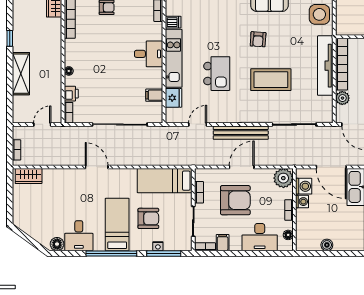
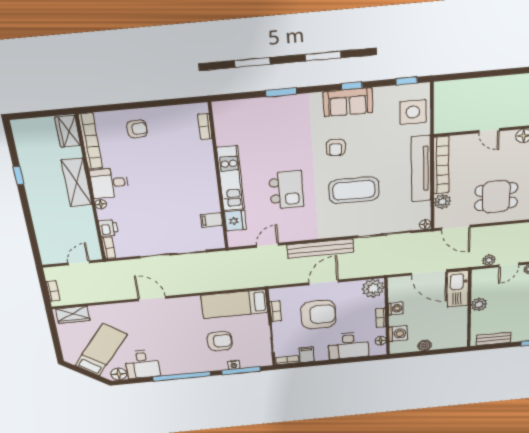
dishwasher: (173, 22) -> (226, 138), removed
desk: (149, 54) -> (109, 183), moved, turned 180
shelving: (21, 74) -> (77, 182), moved
floor lamp: (328, 118) -> (425, 224), added
washing machine: (304, 186) -> (398, 334), moved
bed: (117, 224) -> (101, 350), moved, turned 36

